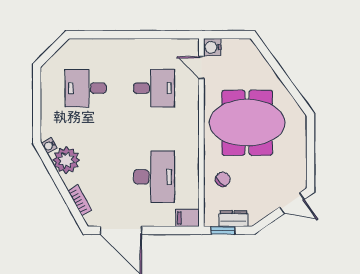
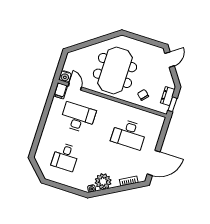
door: (201, 68) -> (75, 87), swing flipped
desk: (154, 88) -> (78, 118), width x1.37
desk: (154, 177) -> (129, 134), turned 180
filing cabinet: (188, 218) -> (60, 91), moved

